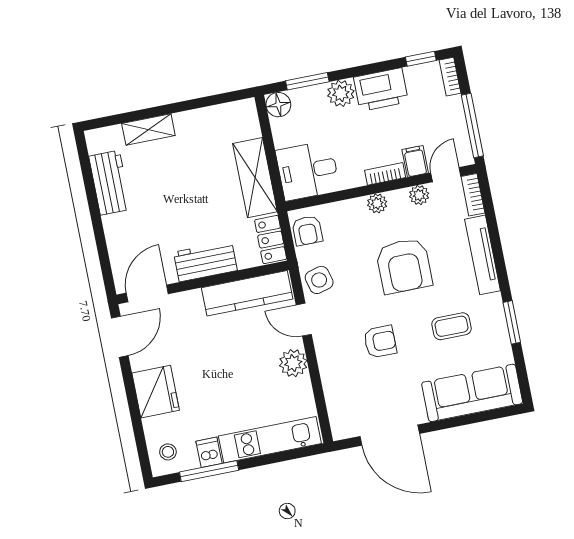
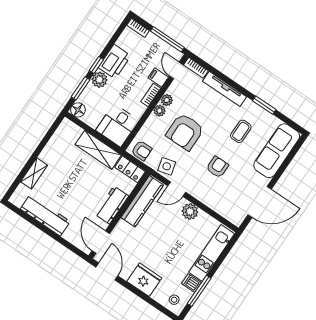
window: (421, 59) -> (96, 65), moved
workbench: (110, 183) -> (45, 215), width x1.37
plant: (419, 195) -> (167, 100), moved
armchair: (404, 266) -> (185, 132), moved, turned 90

